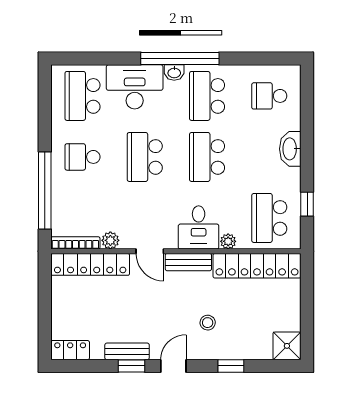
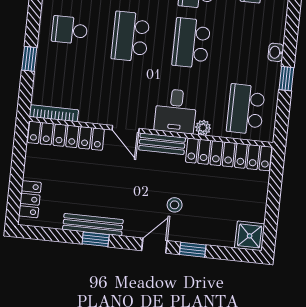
washbasin: (290, 149) -> (276, 52), width x0.52, depth x0.69
window: (45, 190) -> (29, 59), width x0.32
window: (307, 204) -> (286, 79), moved
plant: (110, 240) -> (88, 114), removed
locker: (70, 350) -> (30, 199), moved, turned 90
bench: (127, 351) -> (93, 225), width x1.36
door: (173, 366) -> (154, 246), moved

